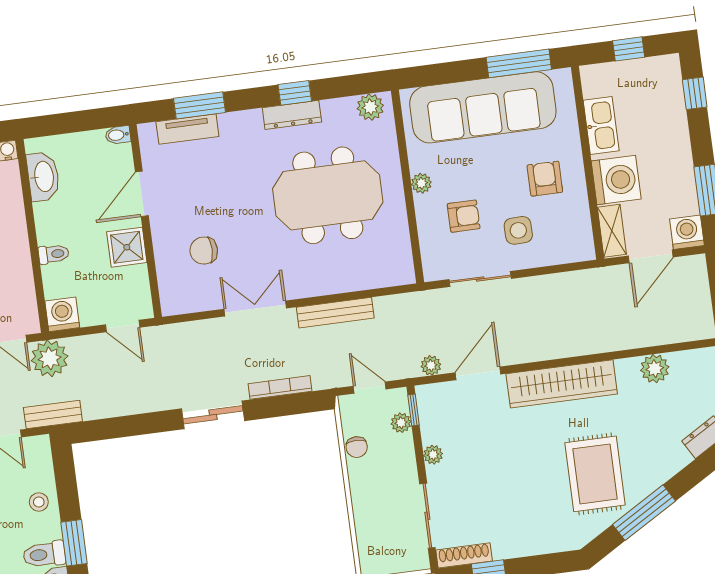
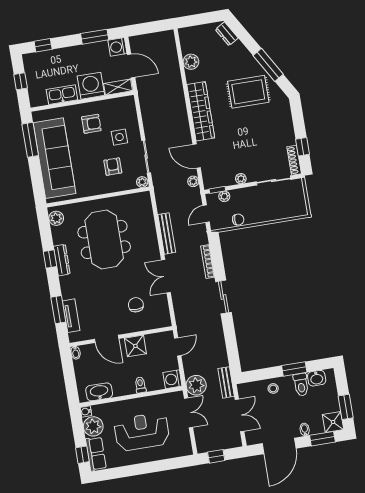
armchair: (545, 179) -> (91, 124), turned 180
plant: (421, 183) -> (142, 182), moved
chair: (204, 251) -> (136, 305), turned 180

